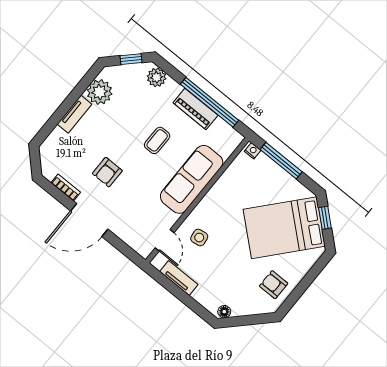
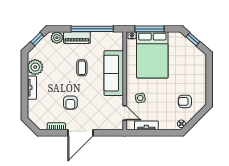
piano: (195, 109) -> (77, 38), moved
bed: (284, 228) -> (152, 55), moved, turned -41
armchair: (274, 285) -> (185, 101), moved

